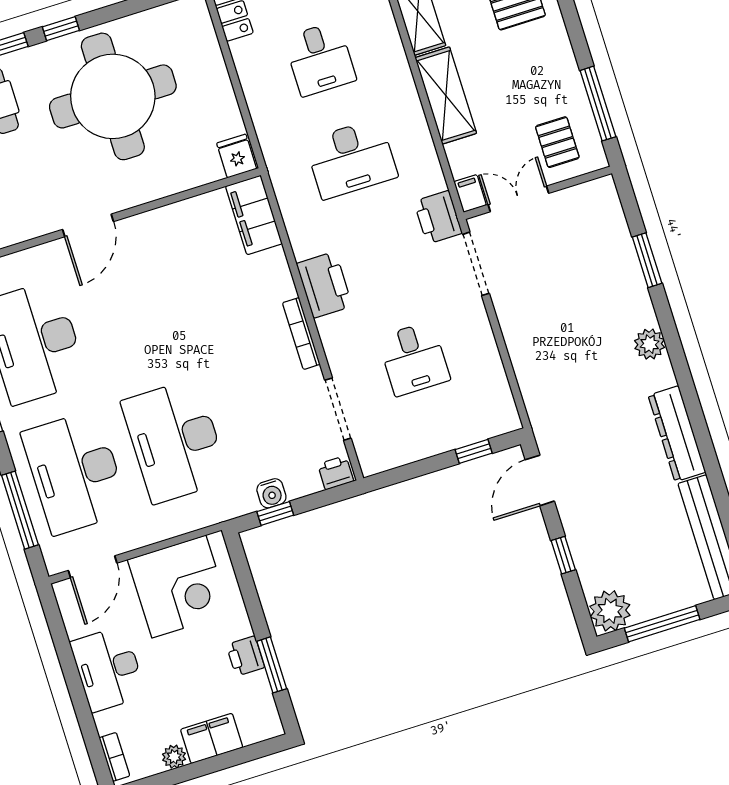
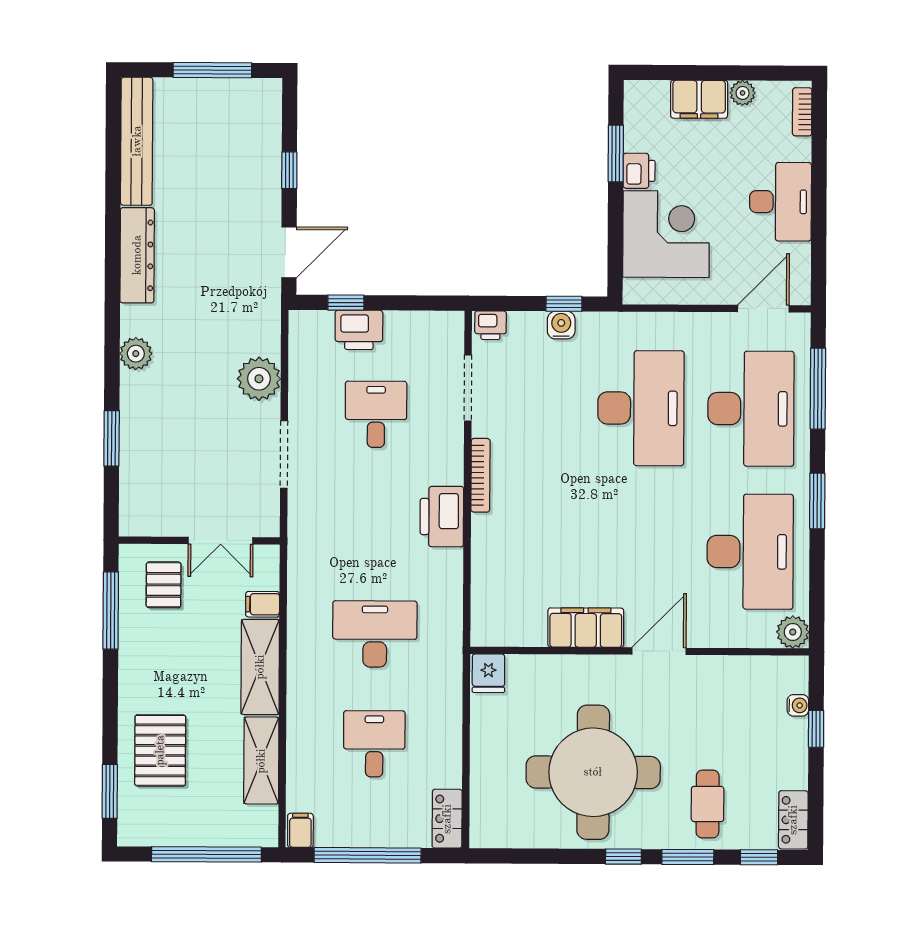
filing cabinet: (470, 193) -> (263, 604), moved, turned 90
filing cabinet: (254, 215) -> (586, 628), moved, turned -90
printer: (438, 217) -> (359, 330), moved, turned 90
doorway: (476, 264) -> (284, 455), moved
corner desk: (179, 587) -> (666, 234), moved, turned 90
plant: (610, 611) -> (259, 379), moved

